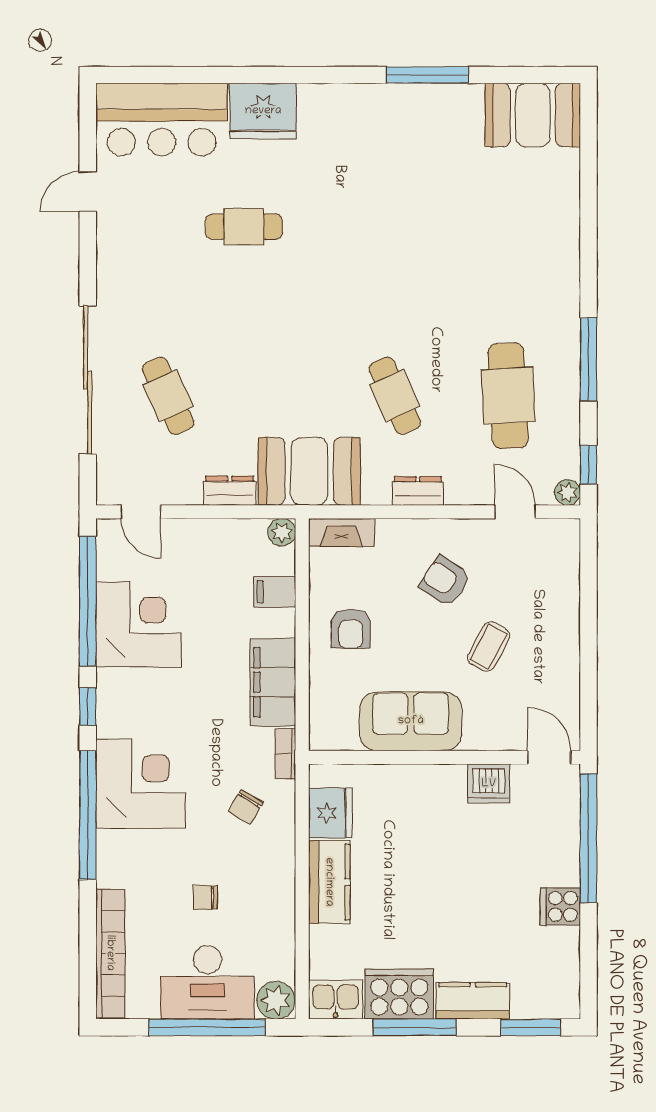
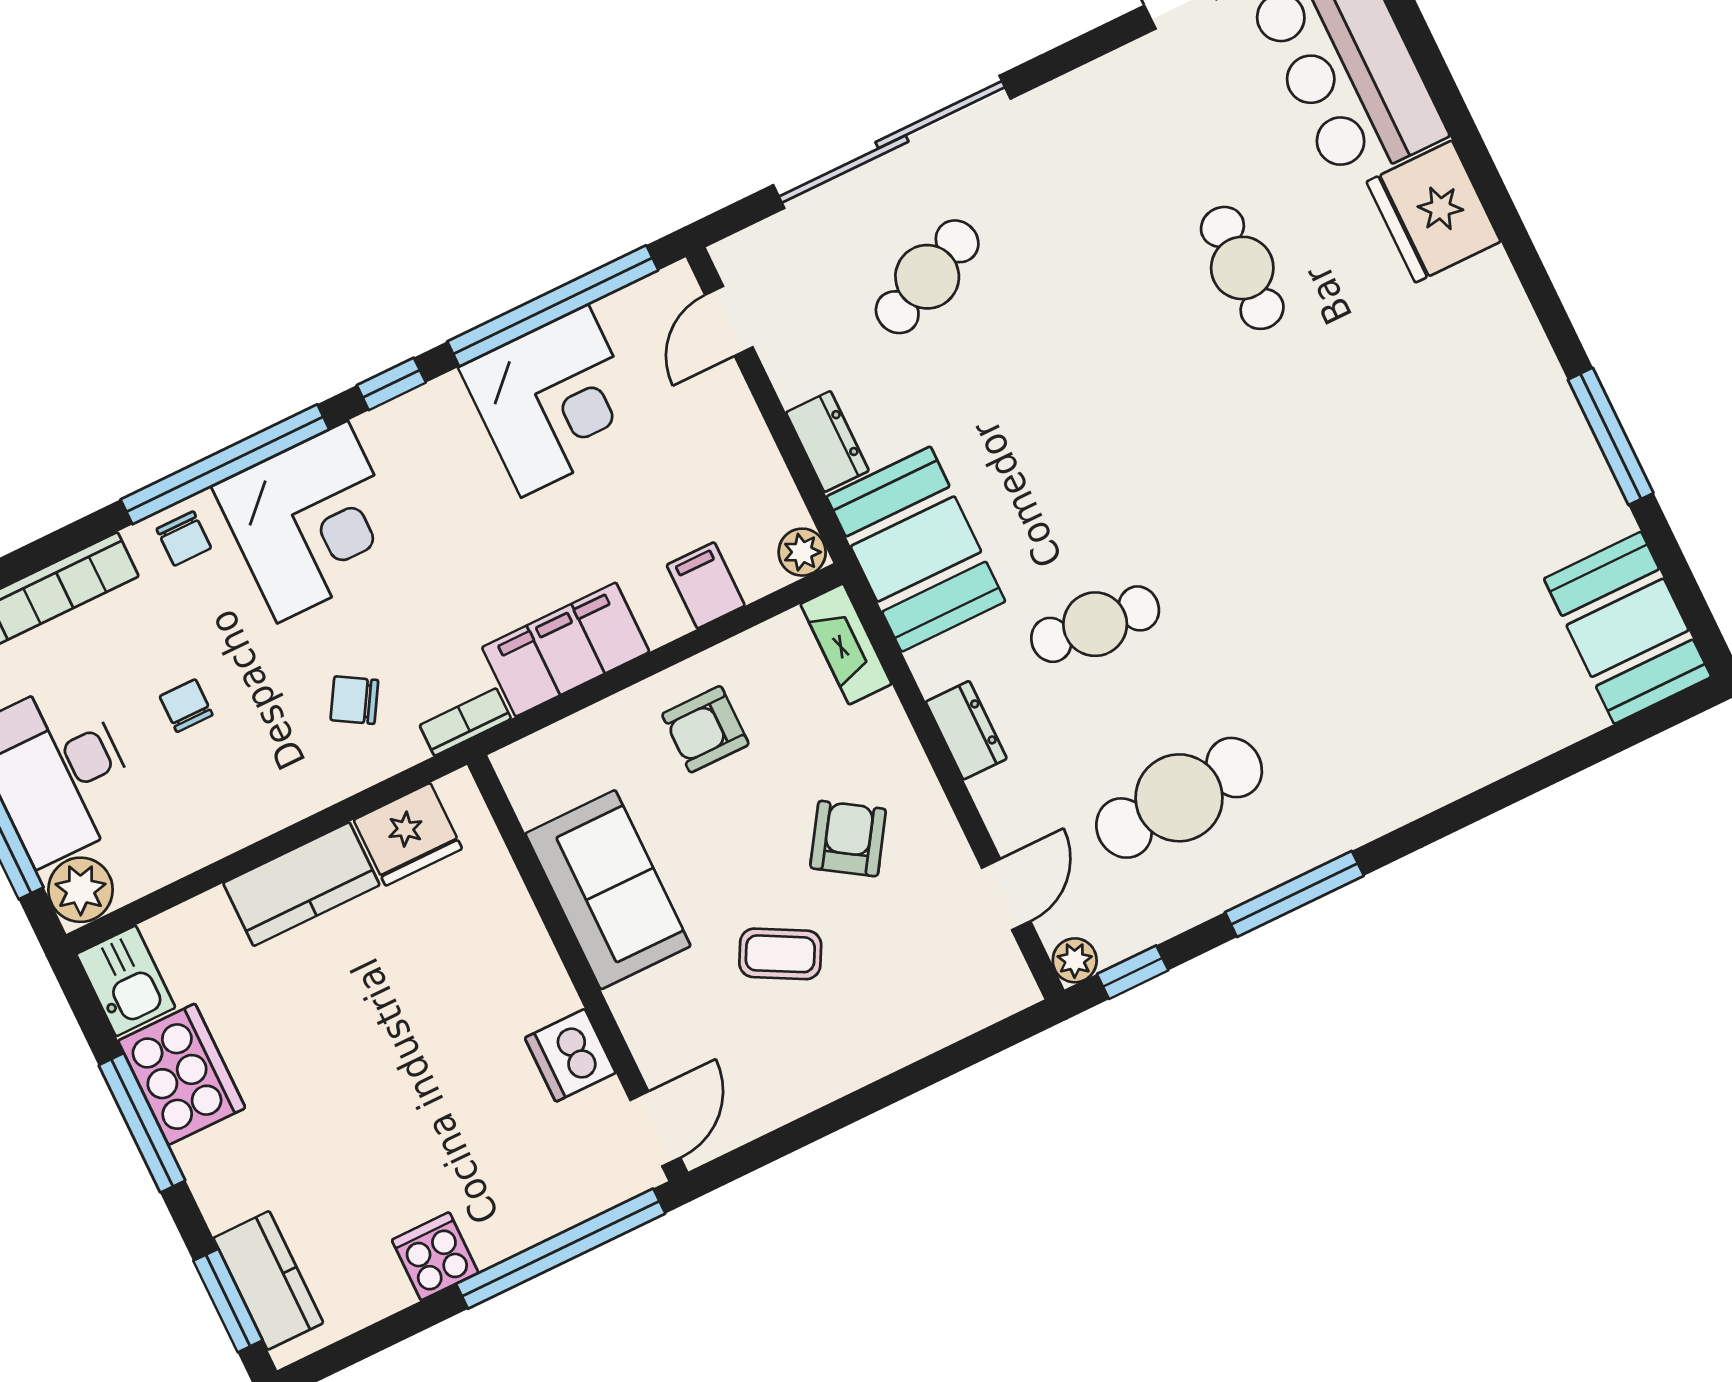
cafe table: (395, 396) -> (1095, 624), turned 30
chair: (116, 856) -> (184, 539), added
kitchen counter: (473, 1001) -> (268, 1280), moved

